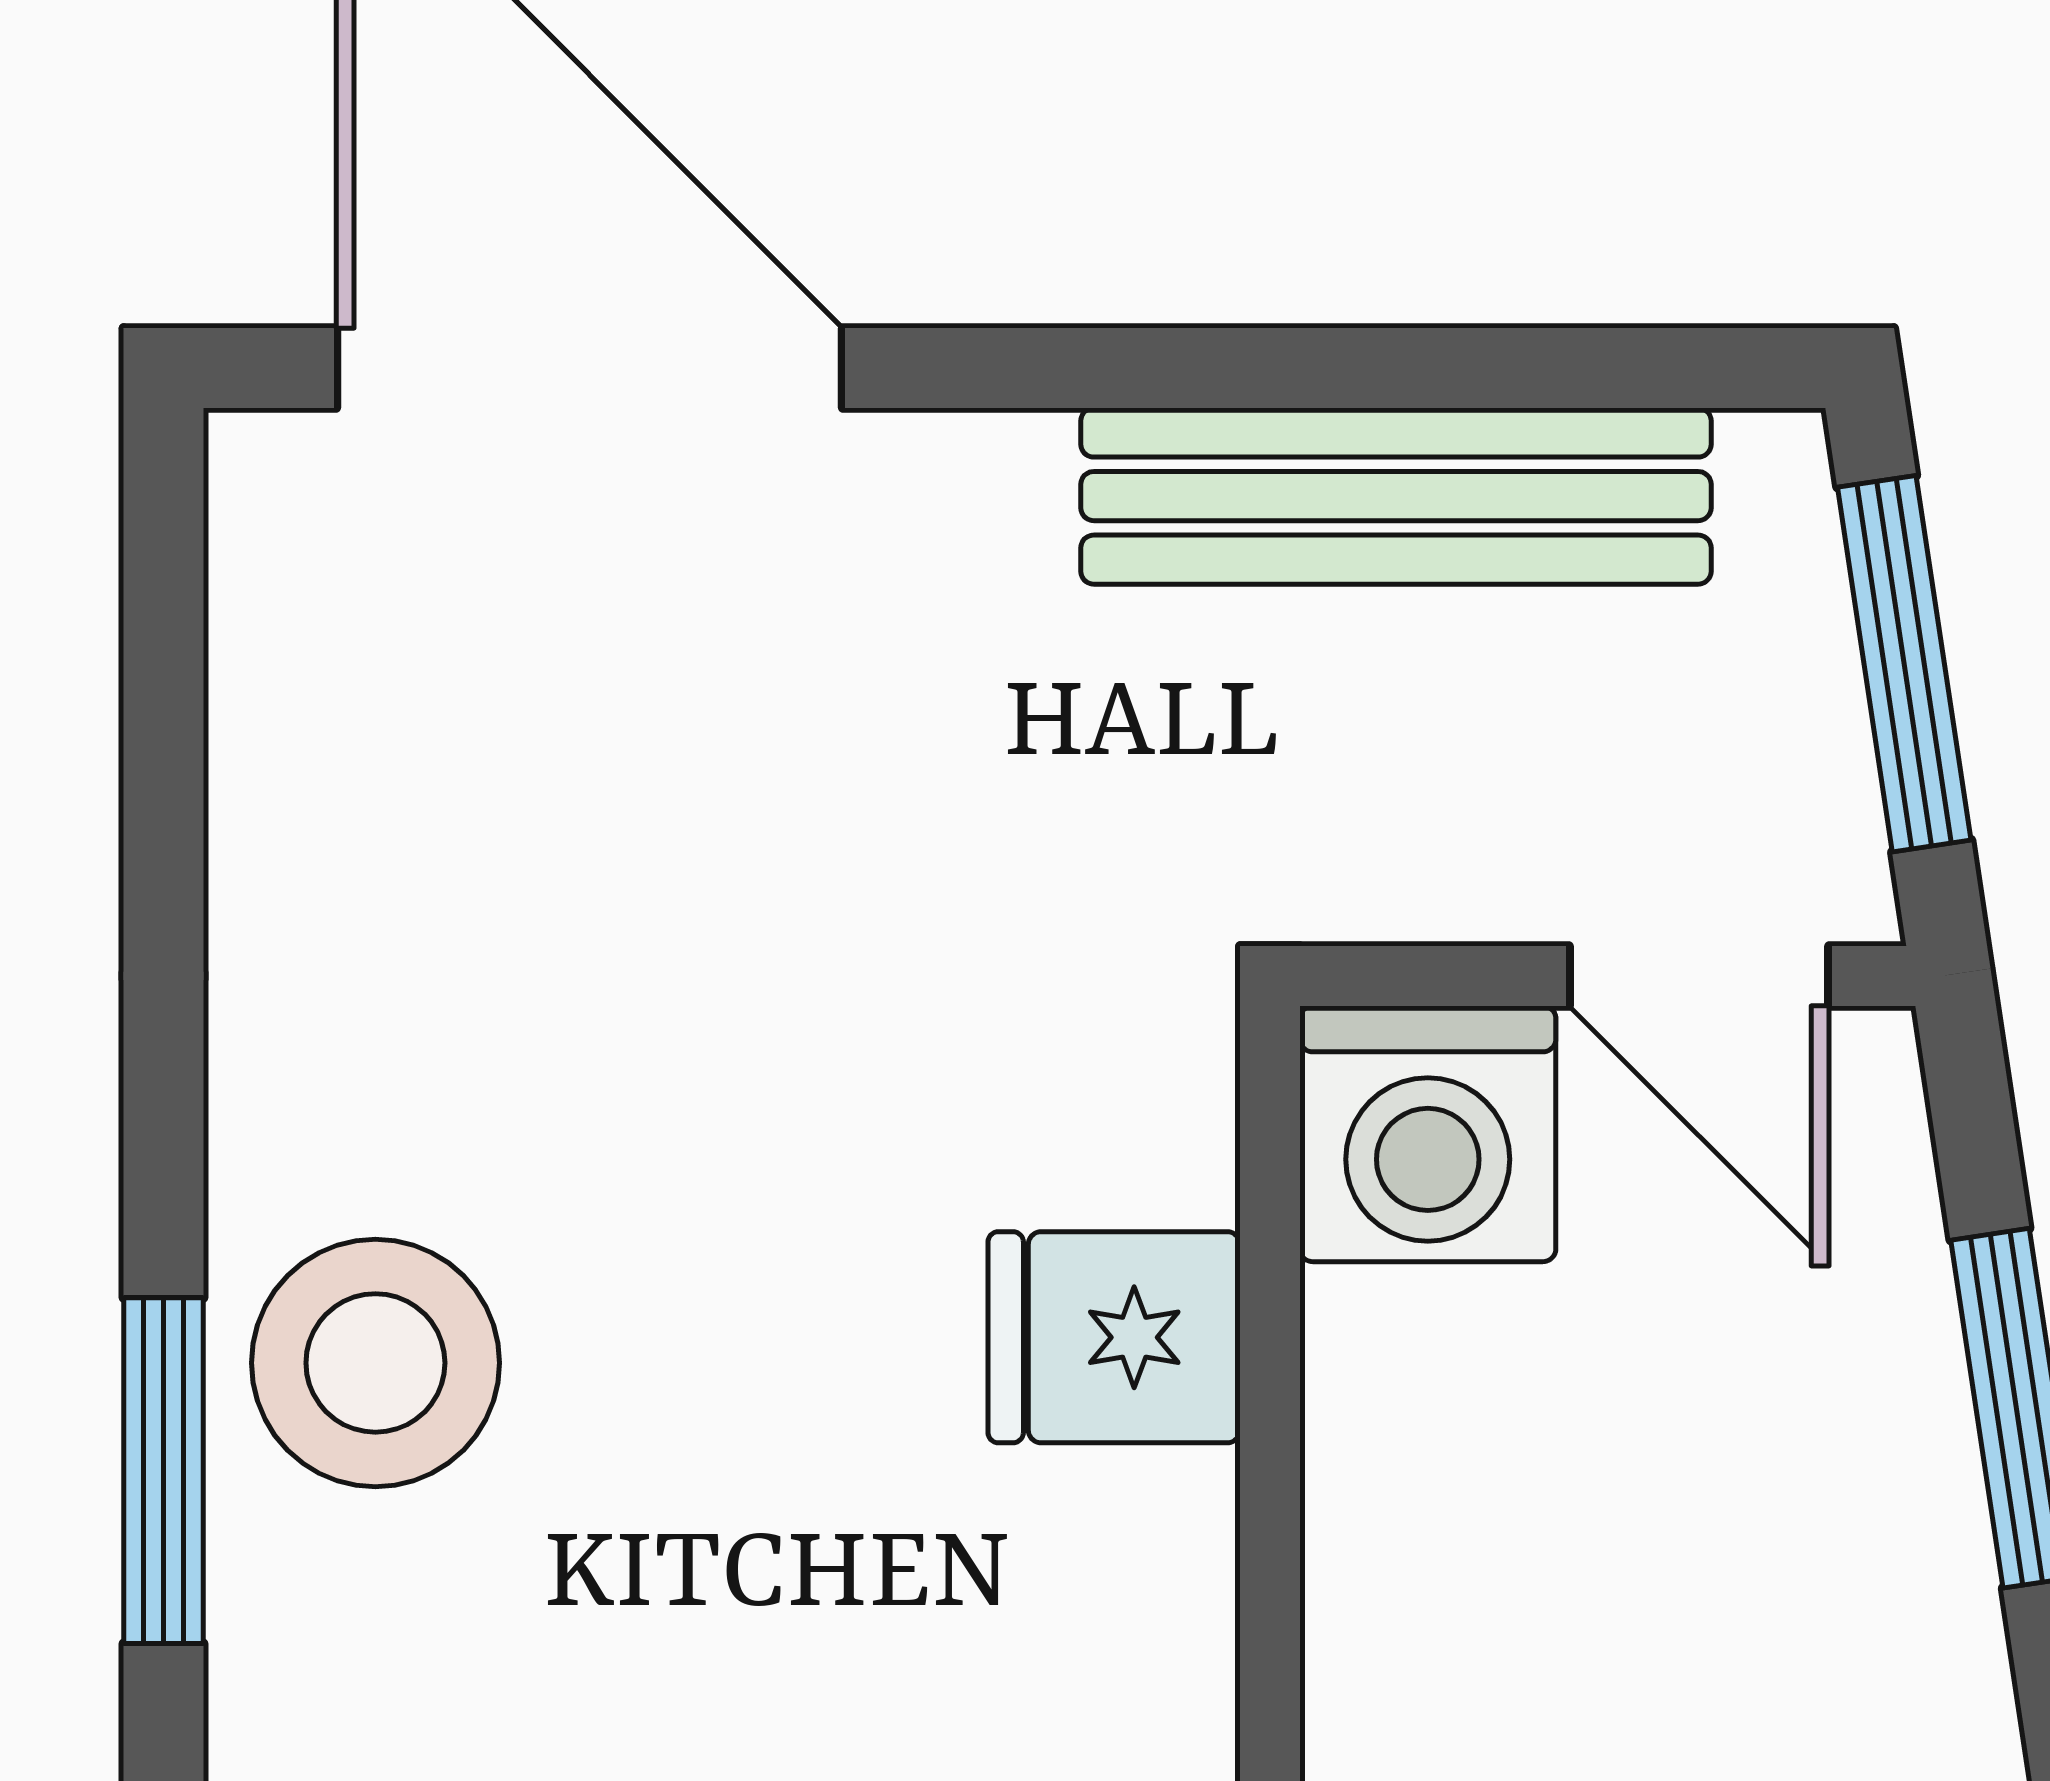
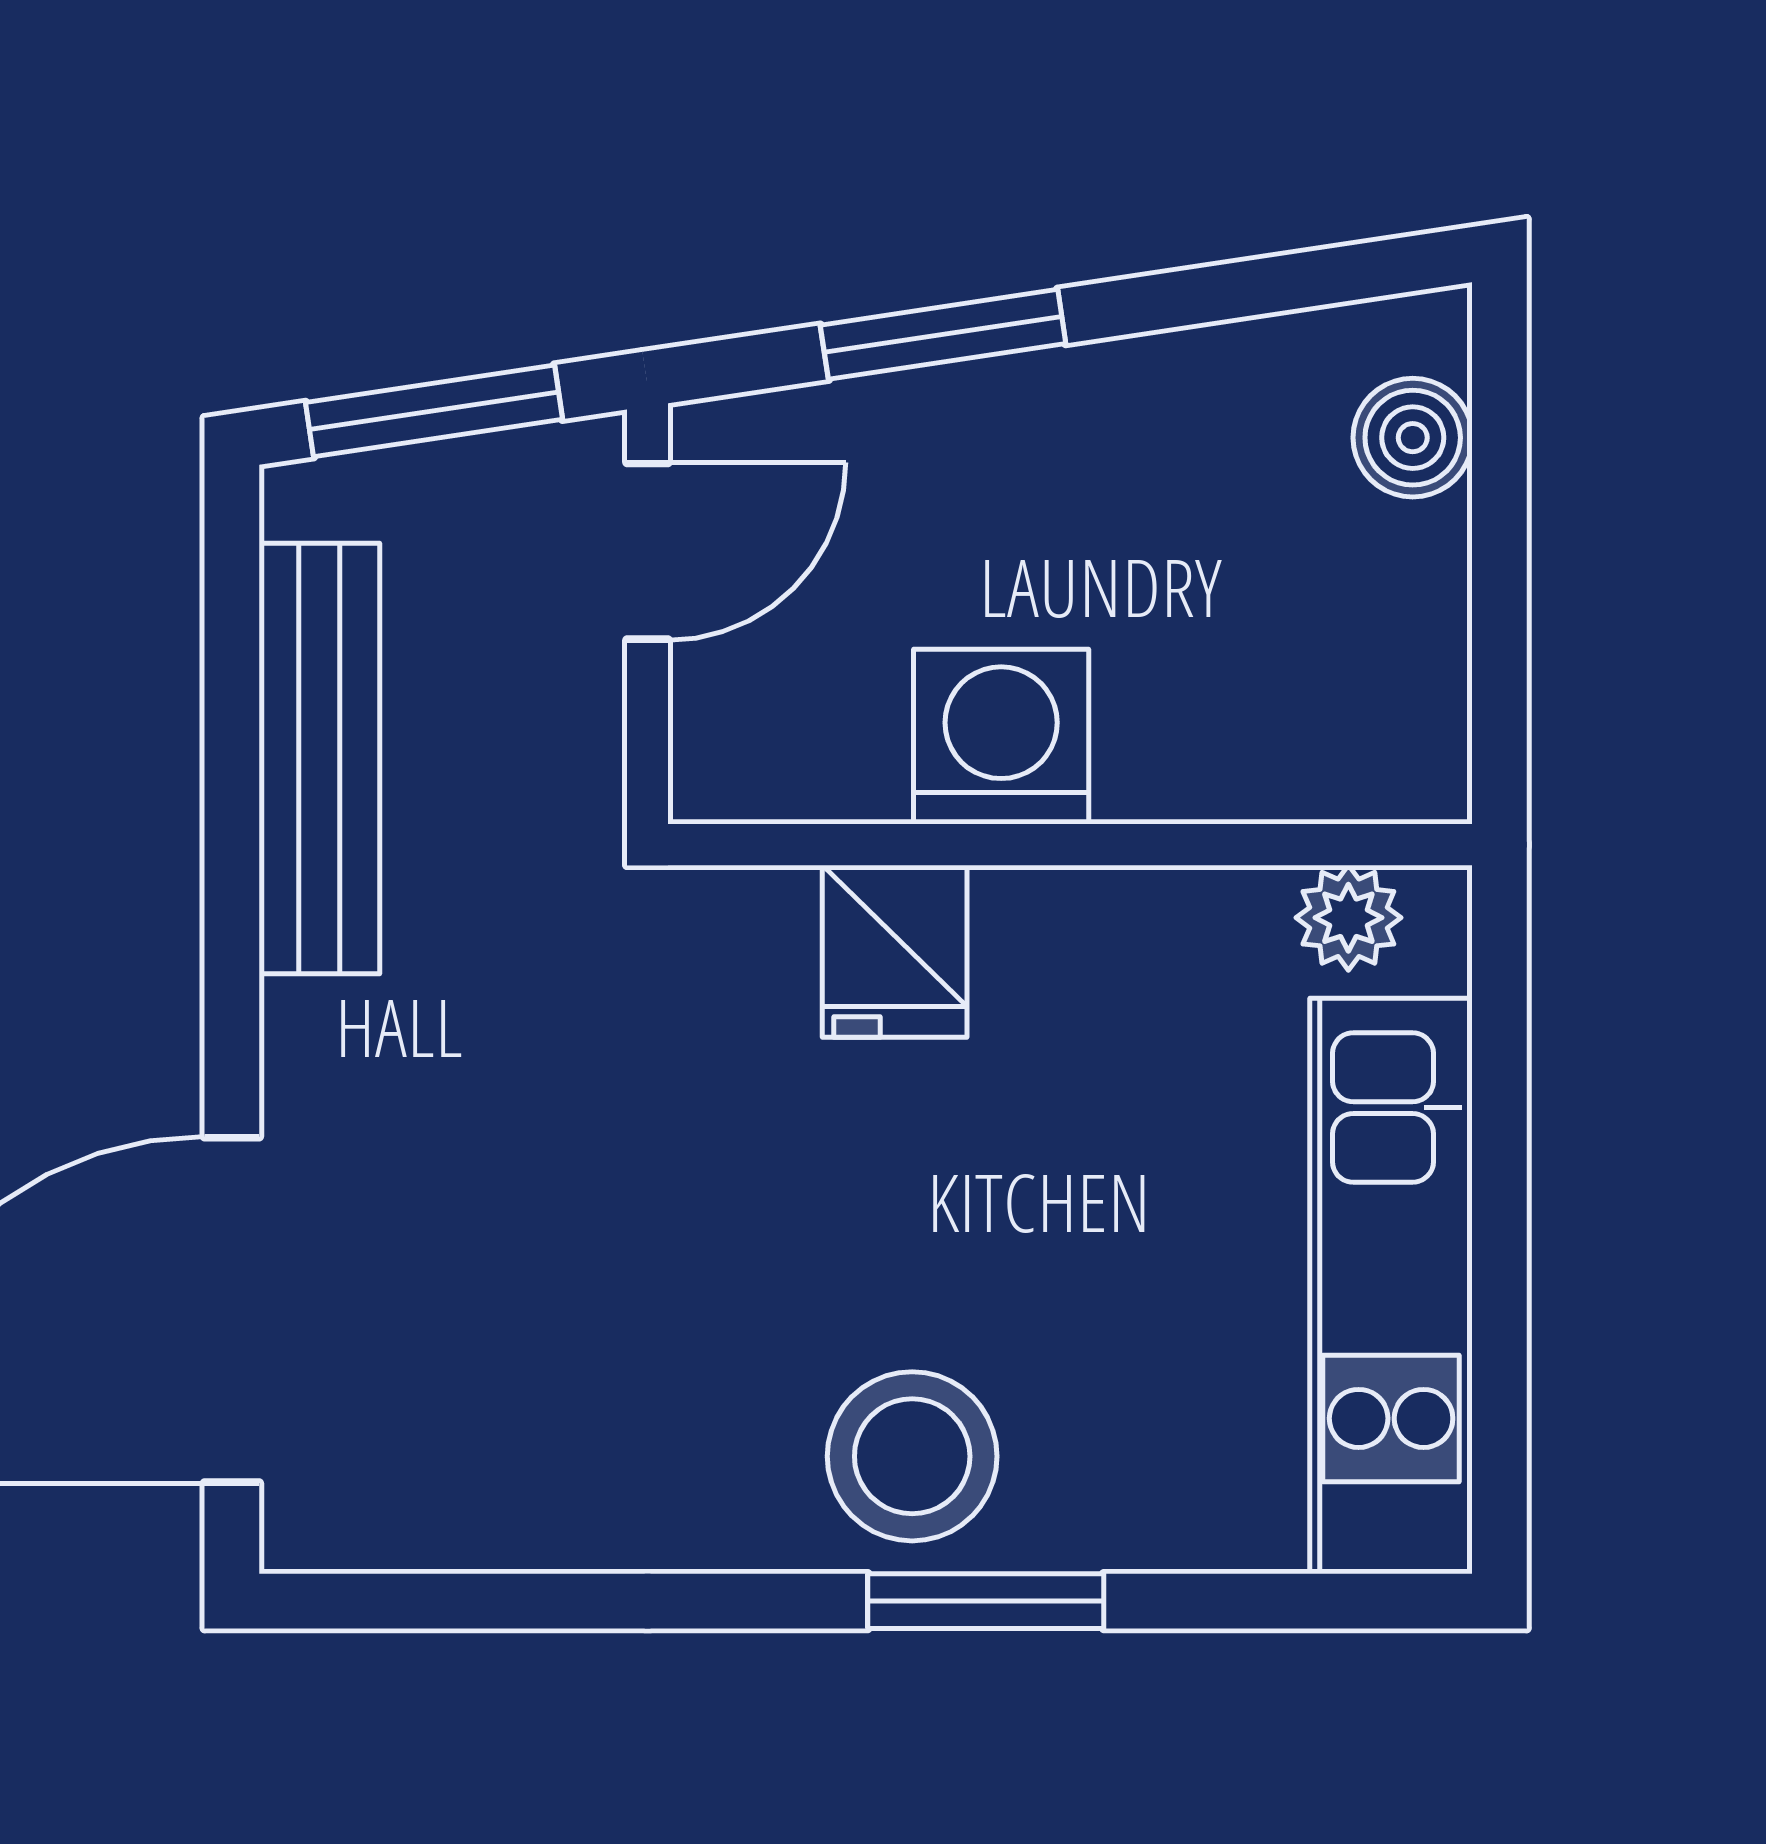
washing machine: (1428, 1134) -> (1001, 737), moved, turned -90

